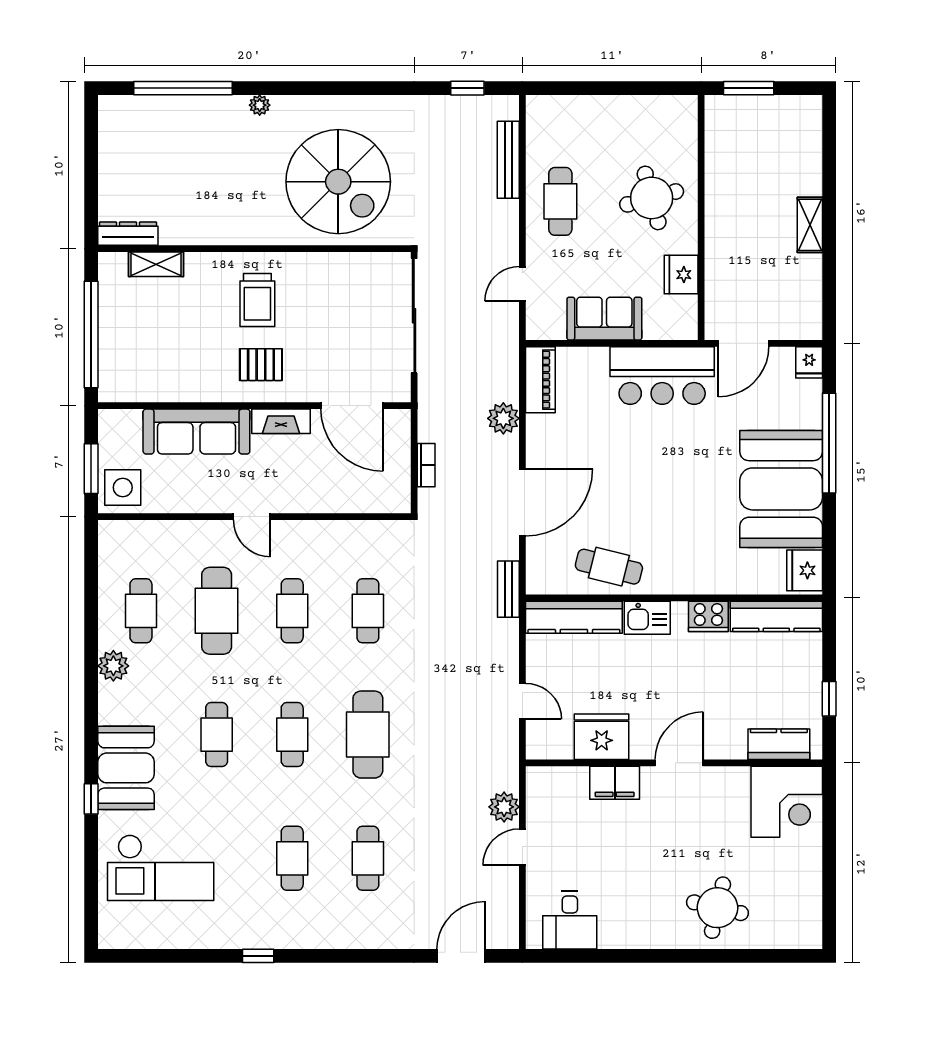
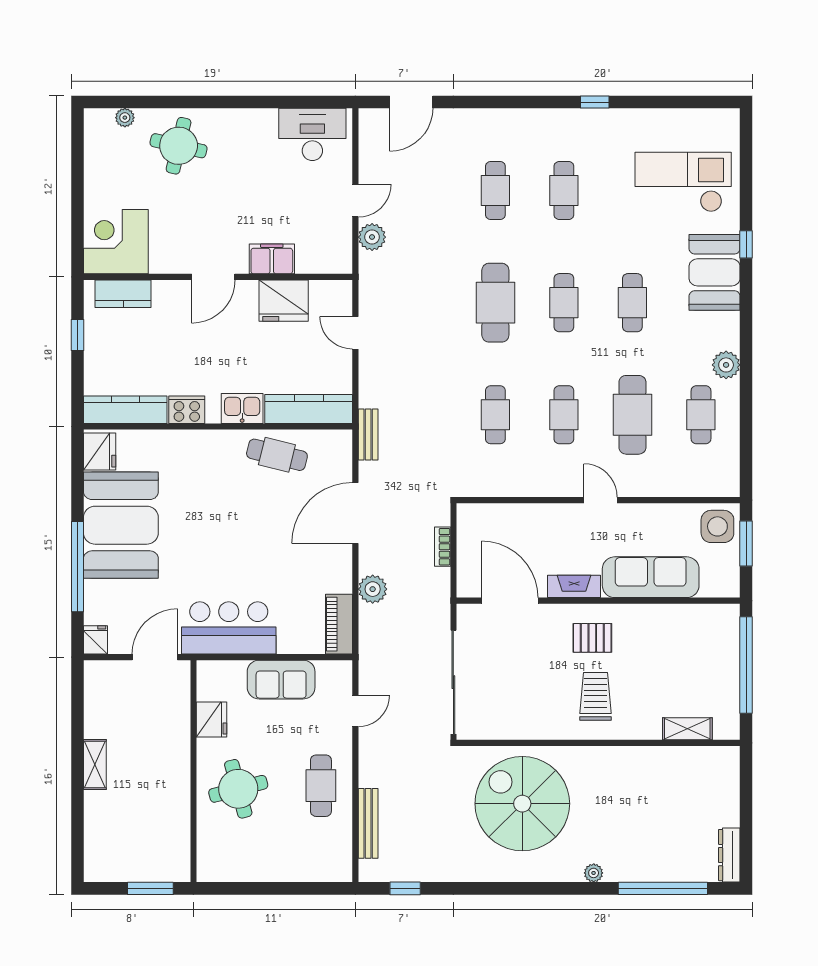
dresser: (128, 234) -> (729, 855), moved, turned 90
desk: (570, 920) -> (312, 134), width x1.37
plant: (777, 939) -> (125, 118), added

